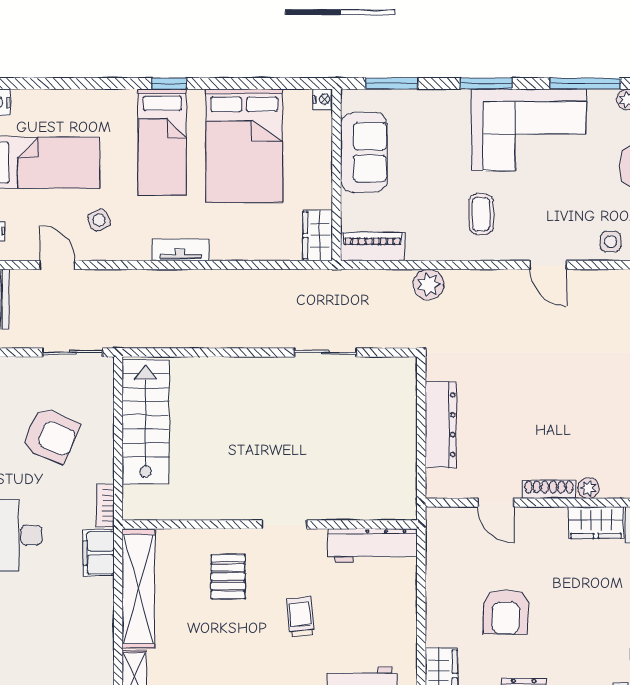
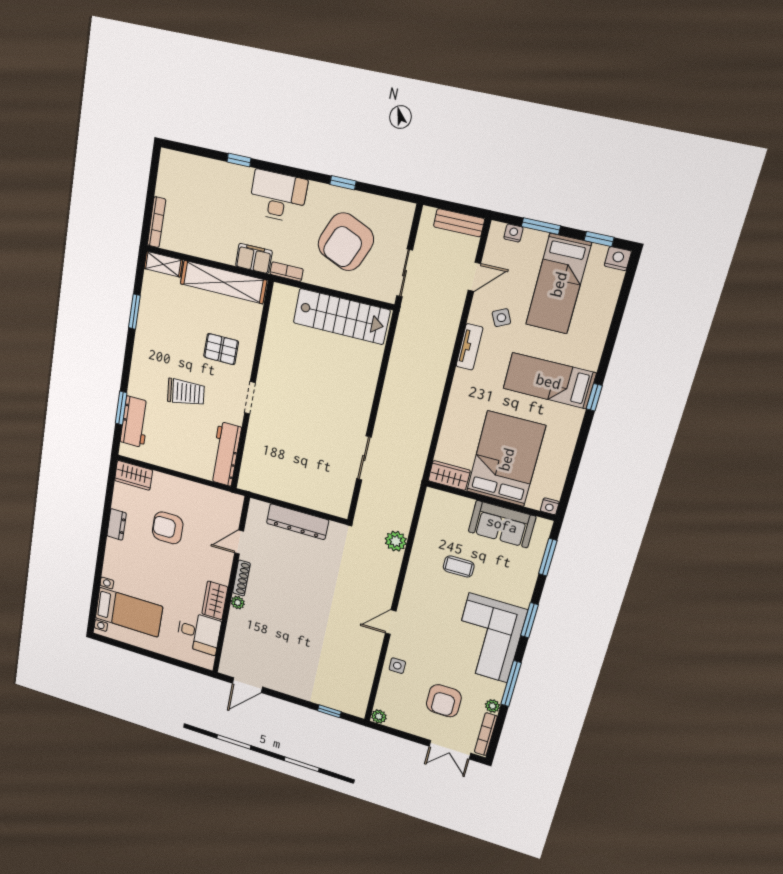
bed: (244, 146) -> (506, 459), moved, turned 90
coffee table: (481, 214) -> (459, 567), moved
piano: (373, 247) -> (432, 511), removed
tv unit: (180, 250) -> (469, 347), moved
armchair: (51, 436) -> (346, 242), width x1.36, depth x1.36
trolley: (300, 617) -> (186, 392), width x1.36, depth x1.39

